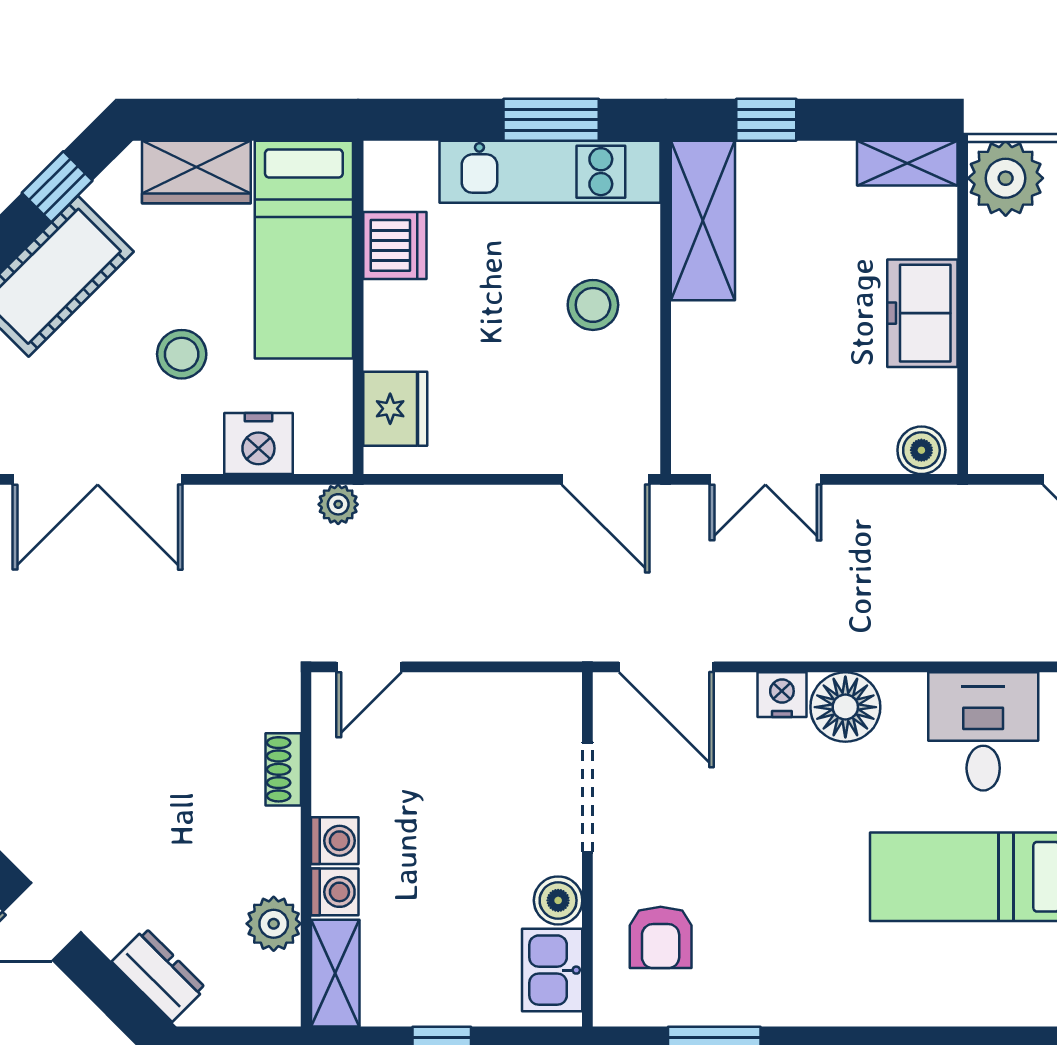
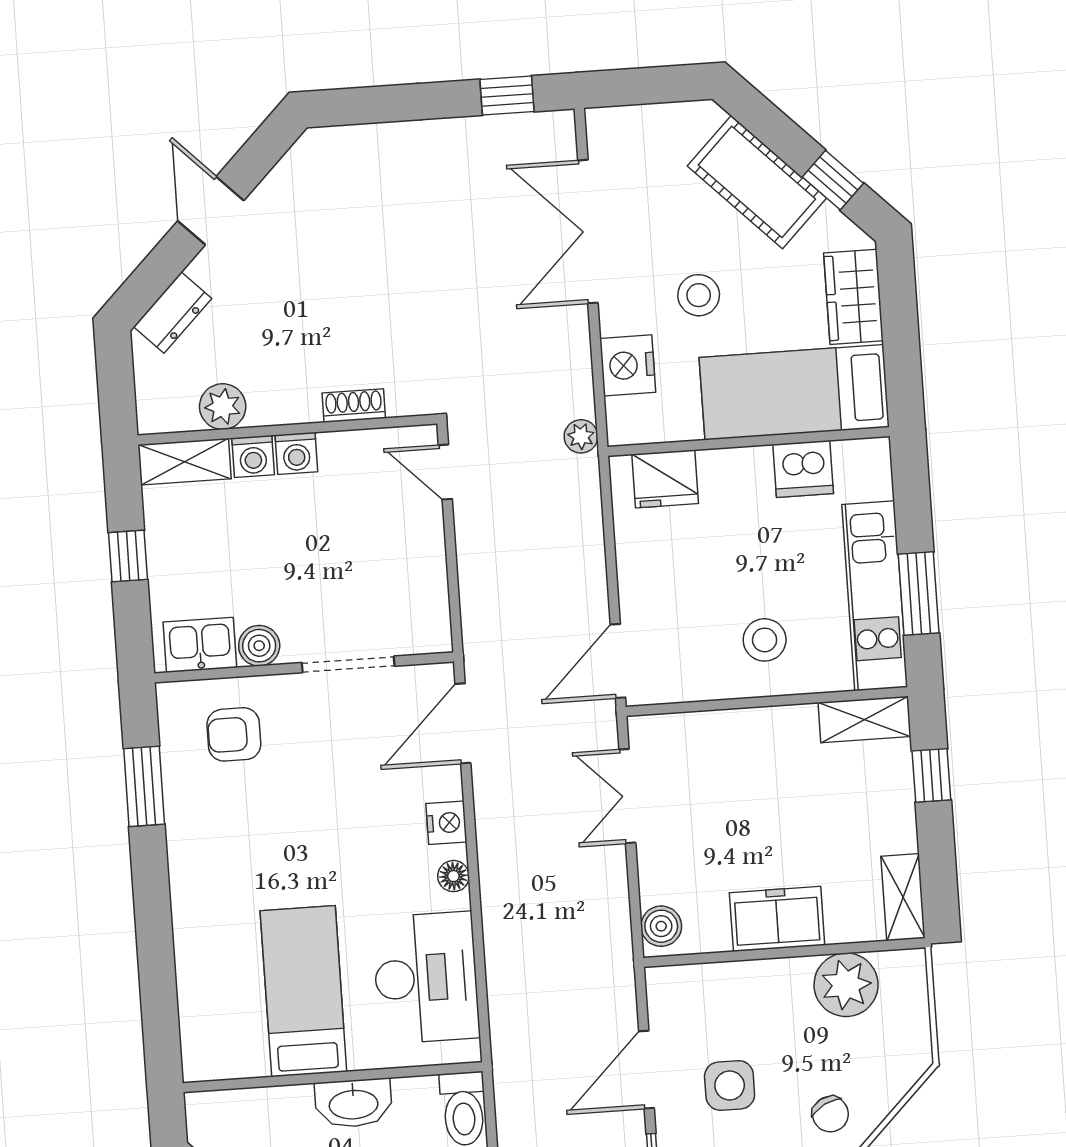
plant: (1006, 178) -> (846, 985), moved
shelving: (703, 220) -> (865, 719), width x0.67, depth x0.75
floor lamp: (845, 707) -> (453, 876), width x0.53, depth x0.53
desk: (983, 731) -> (426, 978), width x1.37

